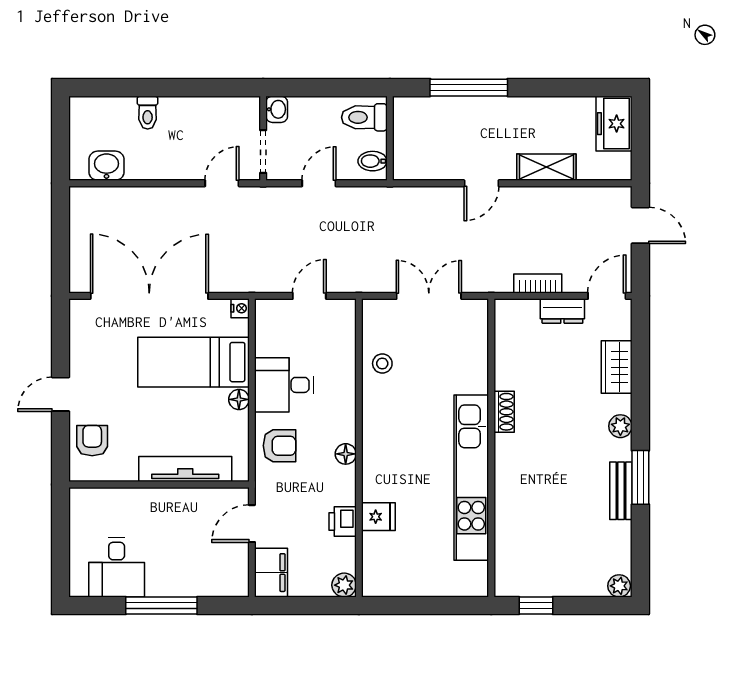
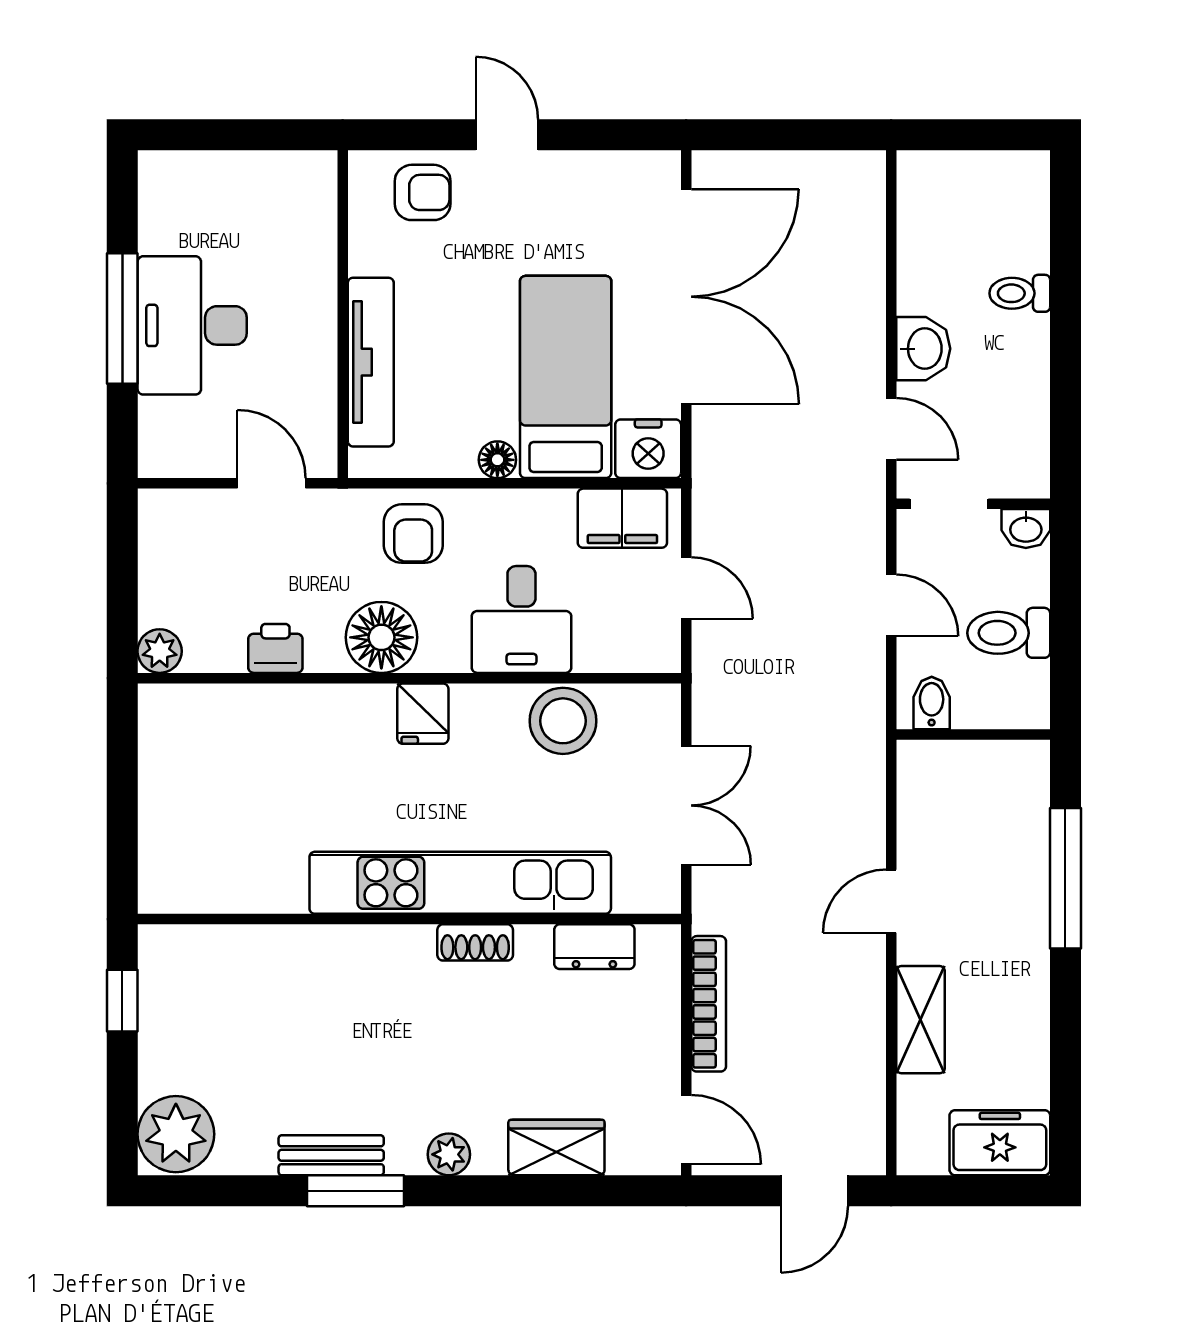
toilet: (364, 117) -> (1009, 633), moved, turned -90
washbasin: (106, 166) -> (923, 349), moved
door: (481, 183) -> (891, 901), hinge flipped
bookcase: (538, 284) -> (709, 1004), width x1.56
nightstand: (240, 308) -> (648, 449), width x1.89, depth x1.79
dresser: (562, 311) -> (594, 947), moved, turned -90
stool: (382, 363) -> (563, 721), width x1.89, depth x1.89
desk: (284, 385) -> (521, 619), moved, turned 180
floor lamp: (346, 454) -> (381, 637), width x1.89, depth x1.89
kitchen unit: (471, 478) -> (460, 883), moved
fridge: (378, 517) -> (423, 714), moved
desk: (117, 567) -> (192, 325), moved, width x1.37
filing cabinet: (271, 573) -> (622, 518), moved
plant: (619, 586) -> (176, 1134), width x1.88, depth x1.88

